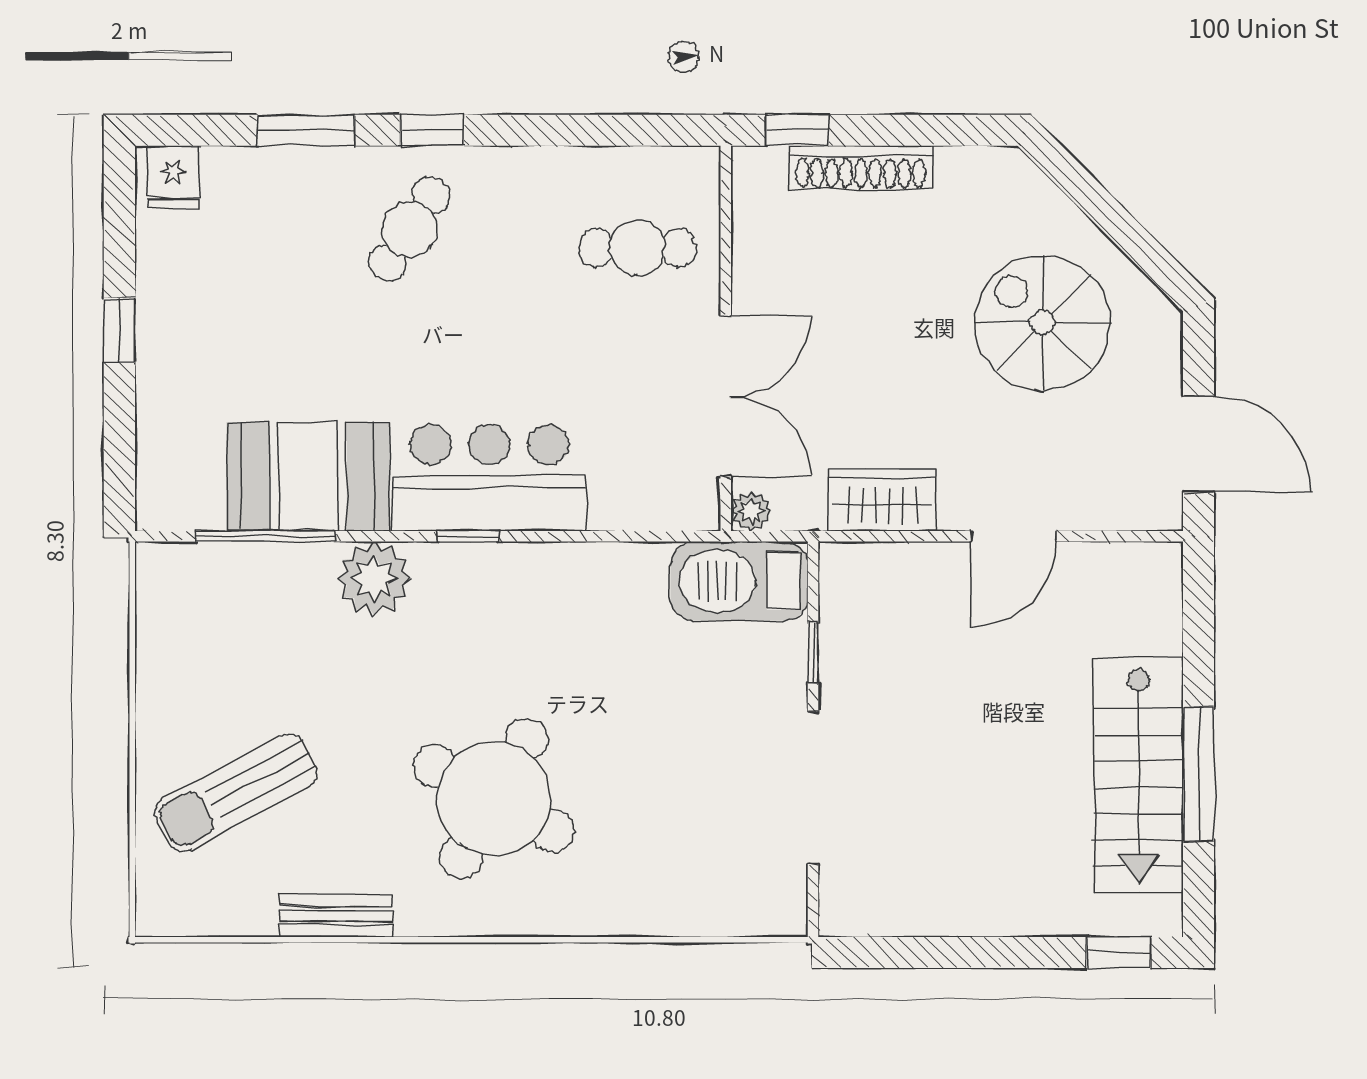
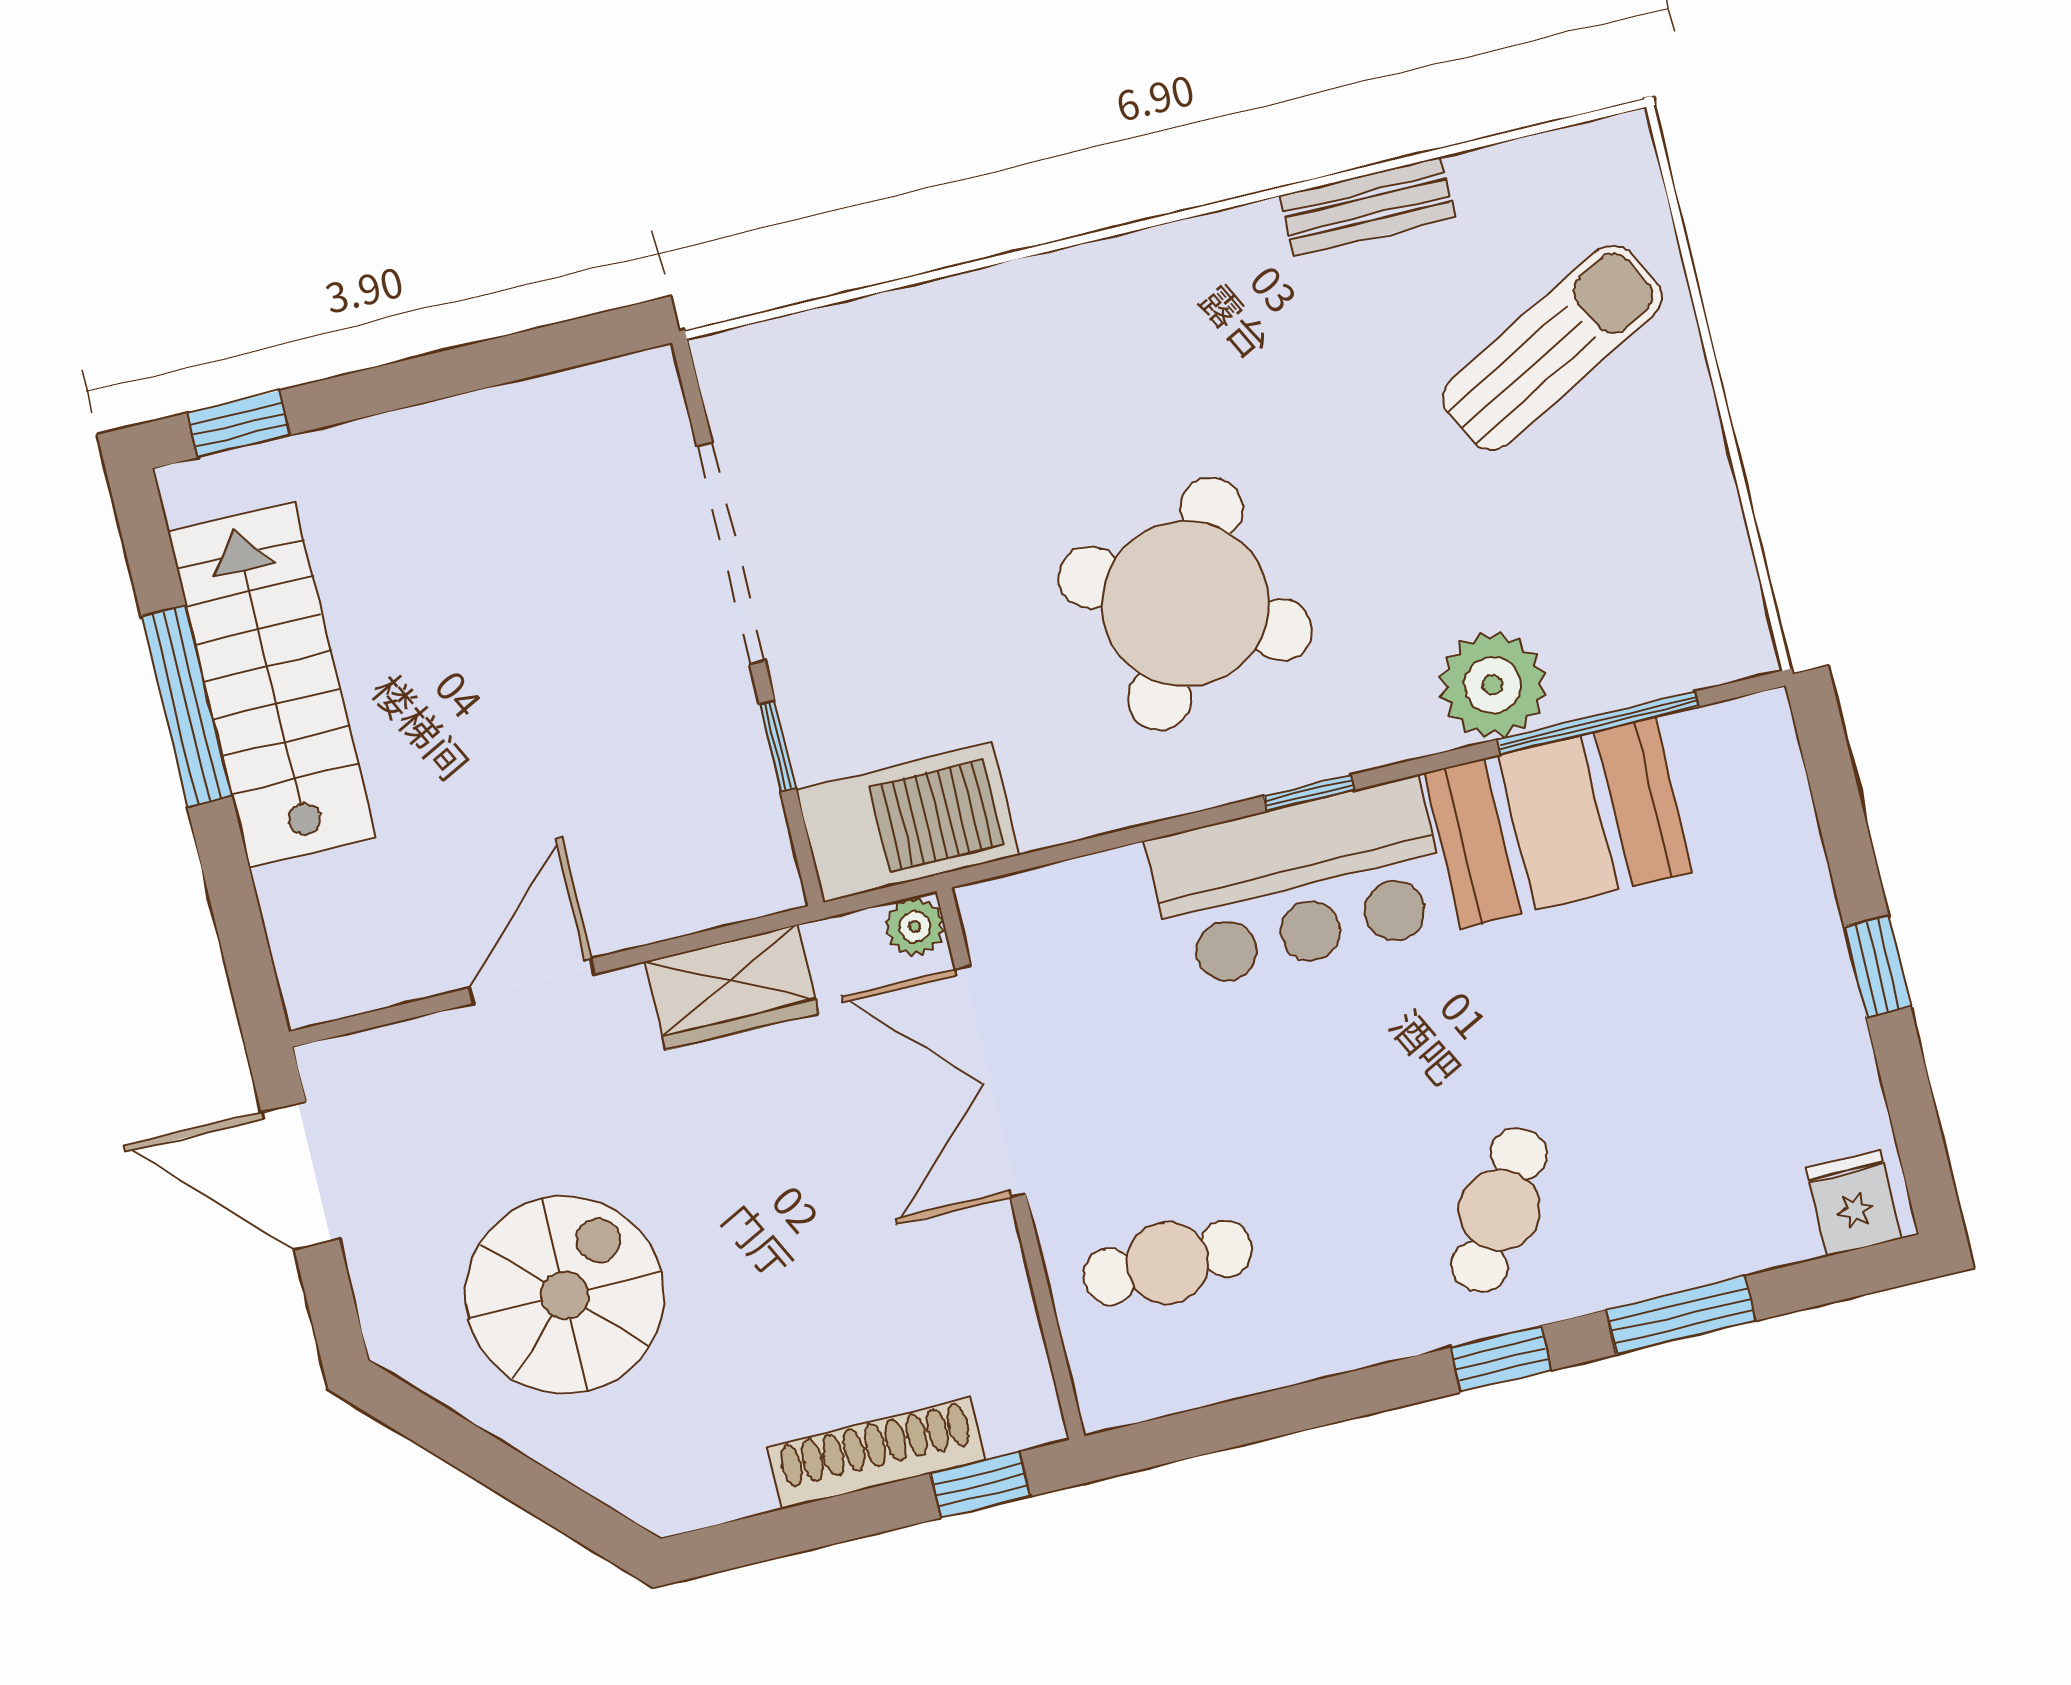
spiral stairs: (1042, 323) -> (565, 1295), turned -90
plant: (374, 578) -> (1493, 685), moved
round table: (494, 798) -> (1185, 604), moved

